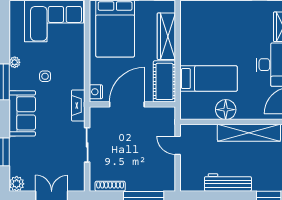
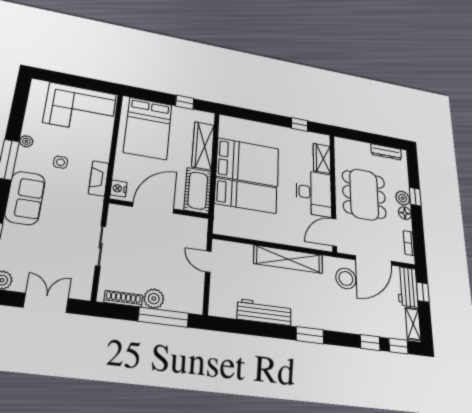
bed: (209, 45) -> (248, 162), added
fireplace: (78, 105) -> (99, 178), moved
floor lamp: (226, 110) -> (264, 231), removed
plant: (134, 183) -> (154, 299), added

